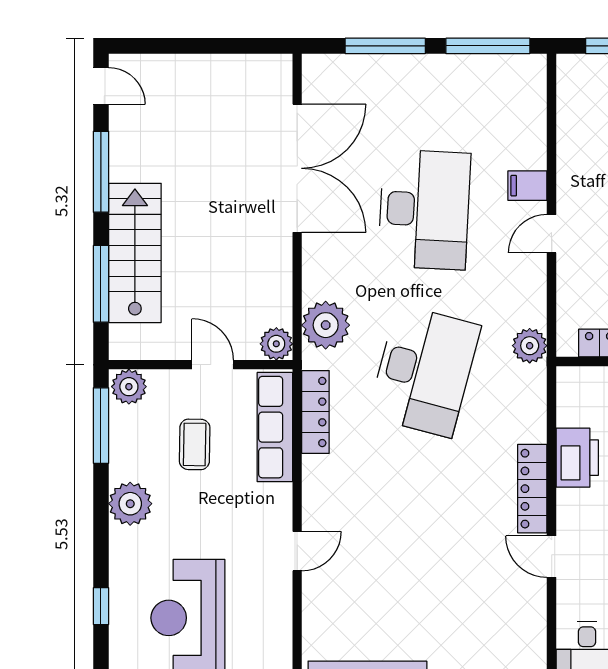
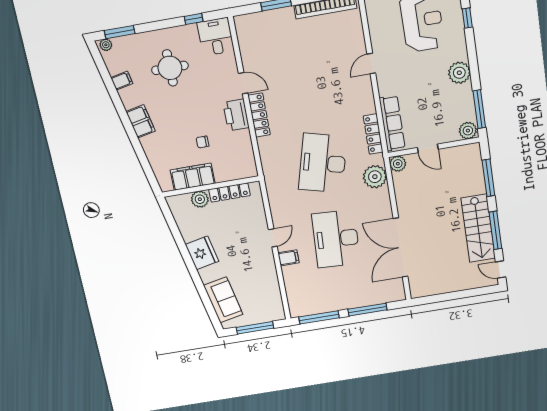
stairs: (135, 253) -> (478, 228), moved
plant: (530, 346) -> (273, 184), removed
coffee table: (195, 444) -> (431, 108), removed
printer: (577, 458) -> (236, 115), moved

